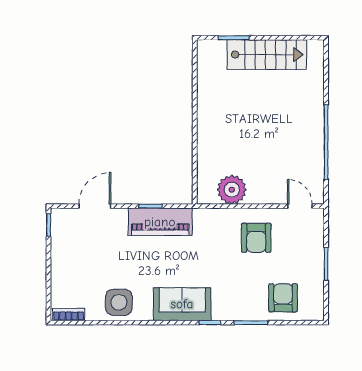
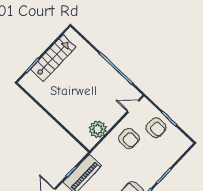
armchair: (283, 298) -> (156, 128), moved, turned 180

